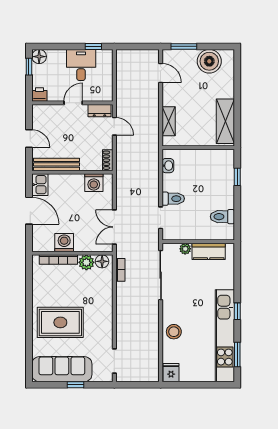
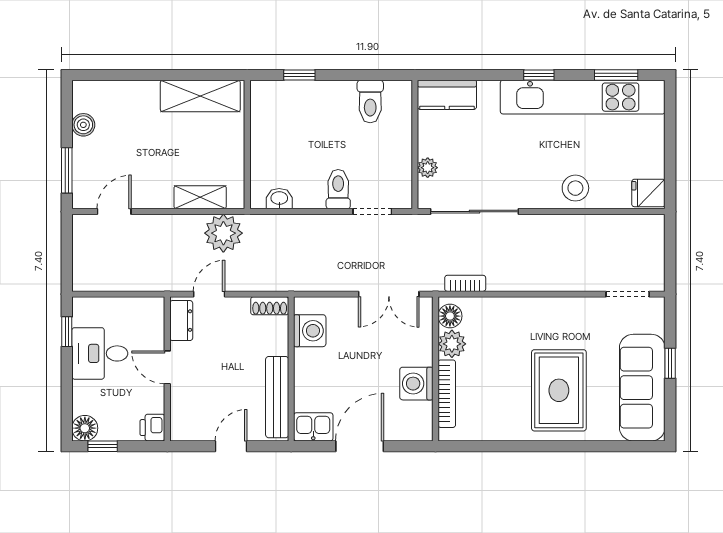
boiler: (209, 61) -> (83, 125), width x0.54, depth x0.54
plant: (148, 134) -> (223, 233), added
kitchen counter: (209, 251) -> (447, 95), moved, turned 90

